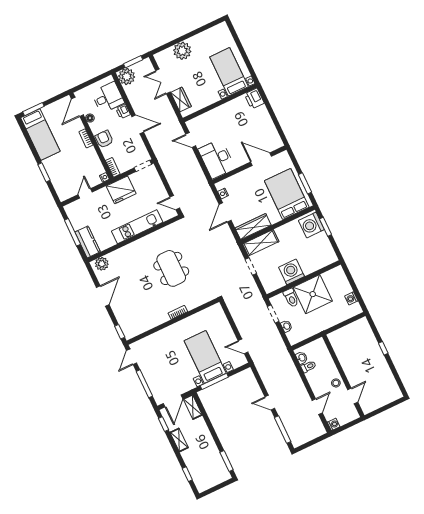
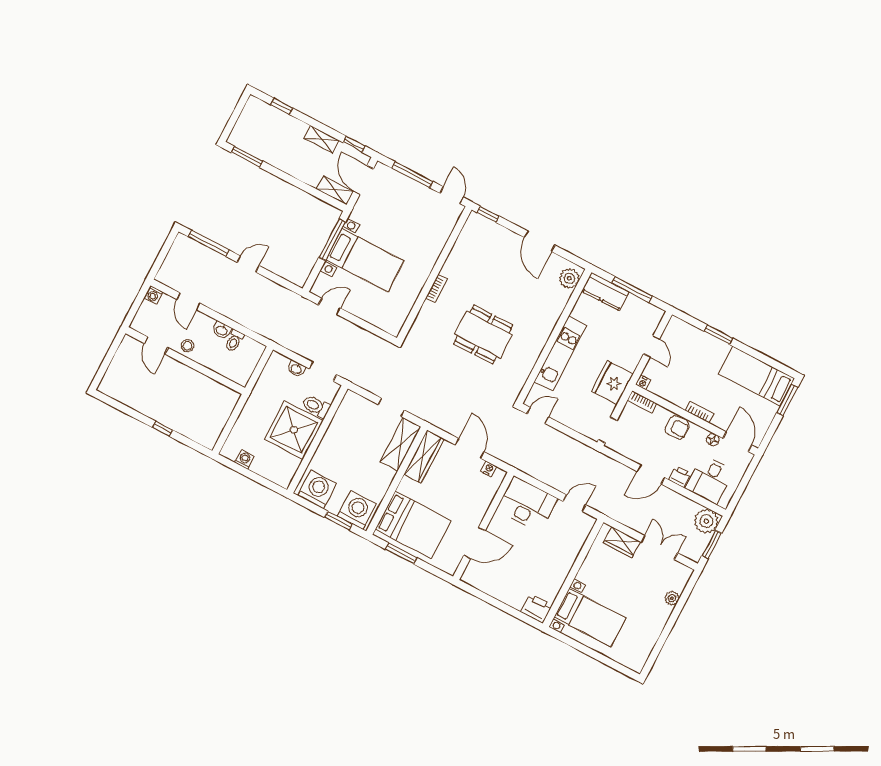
plant: (182, 51) -> (672, 598), width x0.53, depth x0.53
washing machine: (292, 272) -> (317, 489), moved, turned -90
washbasin: (302, 358) -> (222, 330), moved

